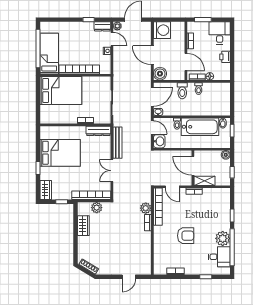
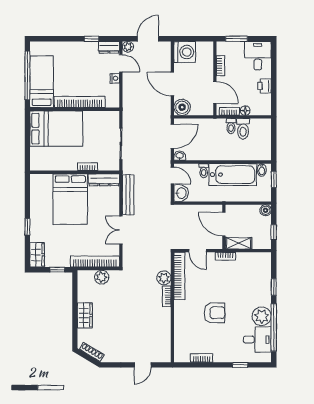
toilet: (182, 91) -> (243, 129), moved
bed: (60, 153) -> (70, 199), moved, turned 90
wardrobe: (83, 226) -> (85, 315), moved

